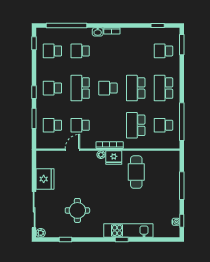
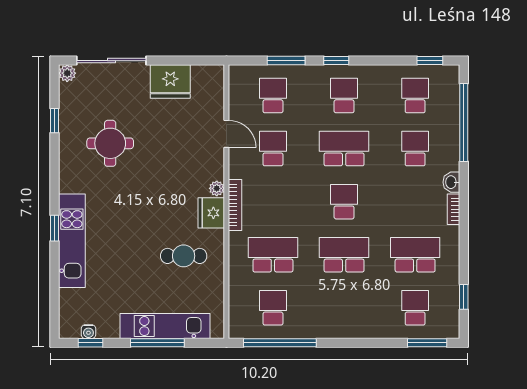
school desk: (163, 88) -> (415, 255), moved
cafe table: (136, 172) -> (184, 256), width x0.73, depth x0.74
kitchen unit: (173, 182) -> (165, 326), added

